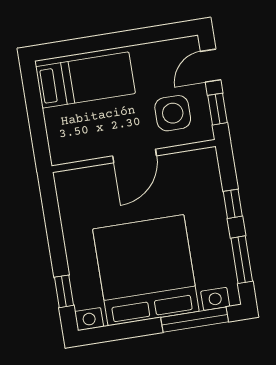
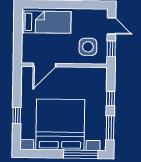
door: (211, 66) -> (112, 26), swing flipped
door: (135, 156) -> (45, 65), moved
window: (64, 291) -> (17, 115), moved

